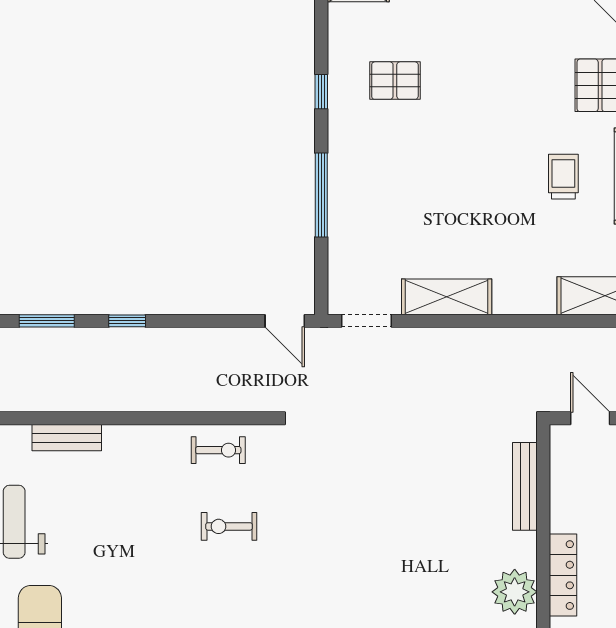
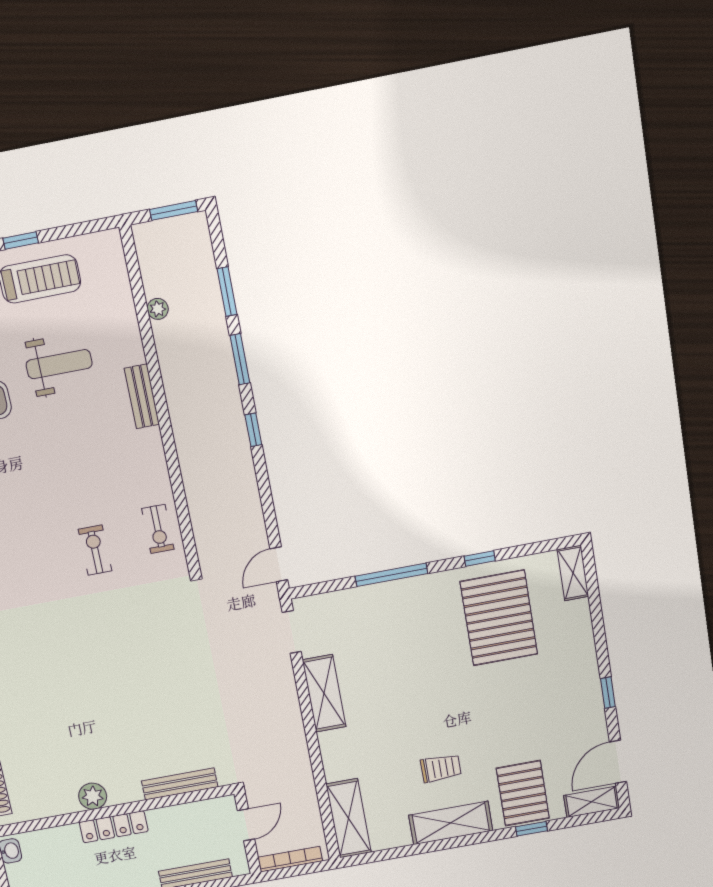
pallet: (395, 81) -> (499, 618), width x2.05, depth x2.00
plant: (515, 592) -> (93, 796), width x0.73, depth x0.73

